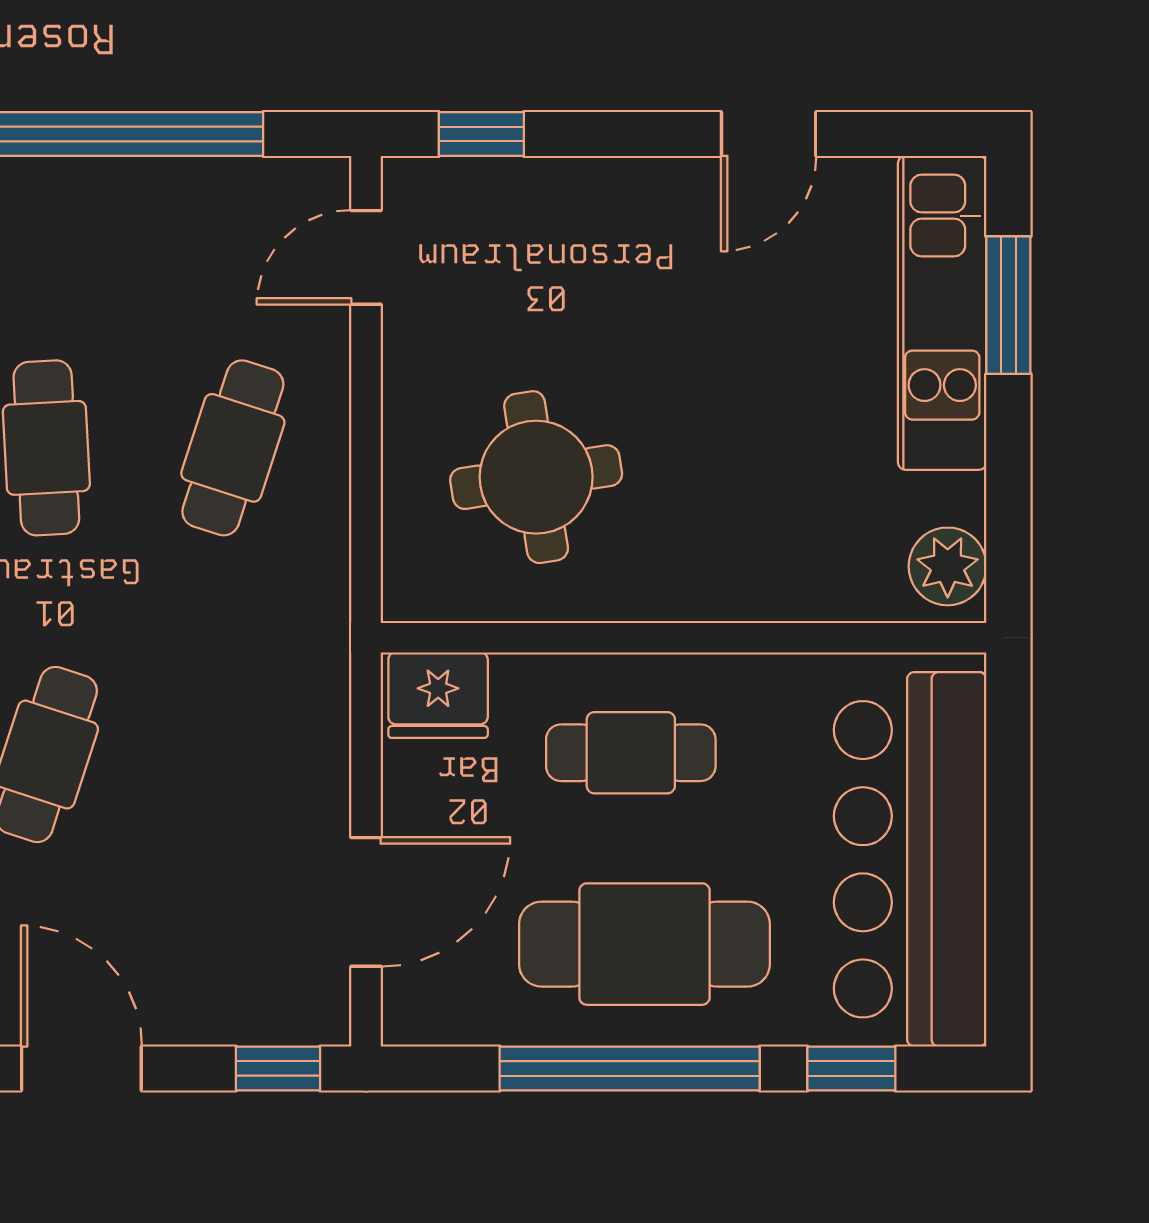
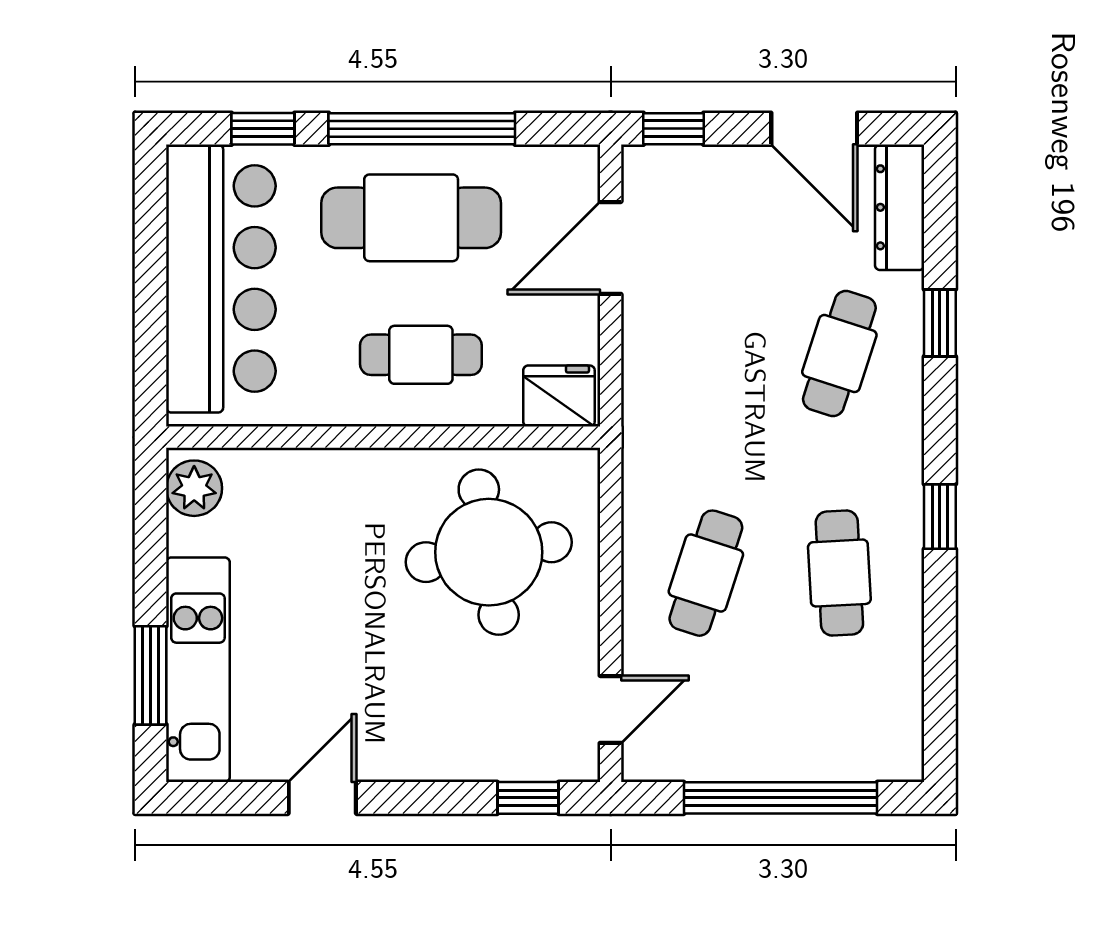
round table: (536, 477) -> (489, 552), width x1.36, depth x1.36

